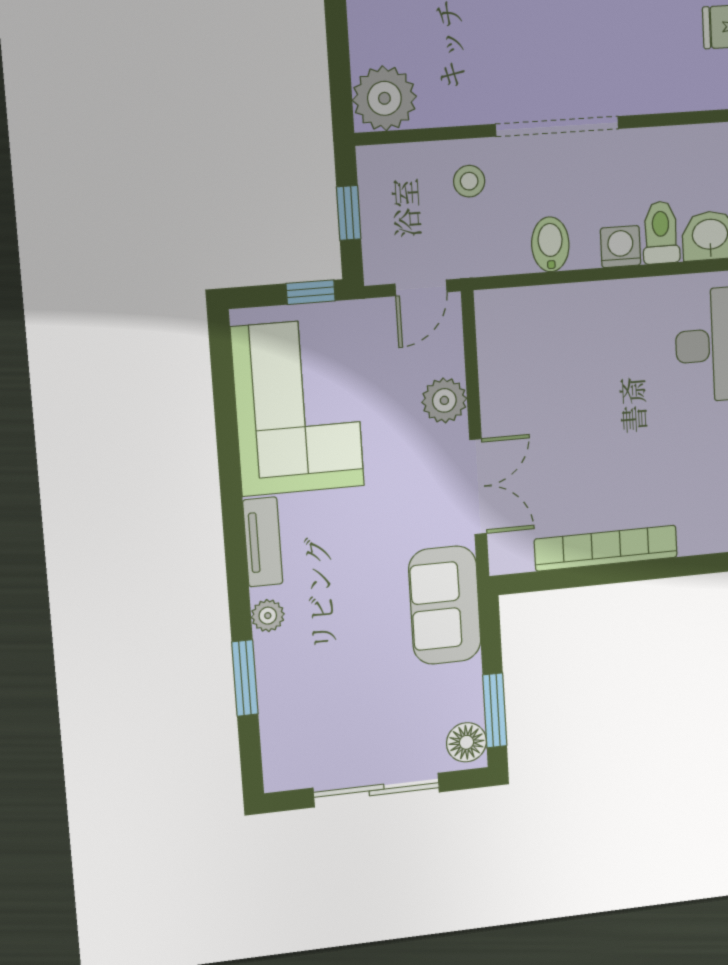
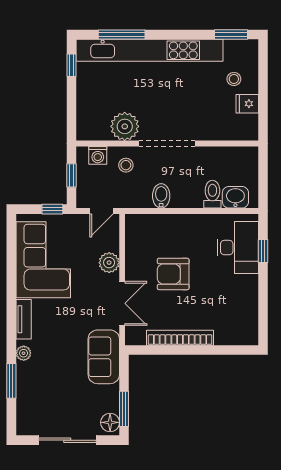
plant: (384, 98) -> (125, 126), moved
washing machine: (621, 247) -> (98, 155), moved, turned 180
armchair: (585, 413) -> (173, 274), added

